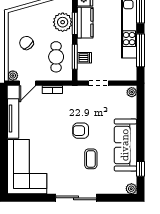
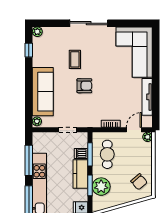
kitchen counter: (85, 23) -> (80, 174), moved
chair: (26, 43) -> (139, 182), moved
sofa: (125, 145) -> (43, 92), moved

